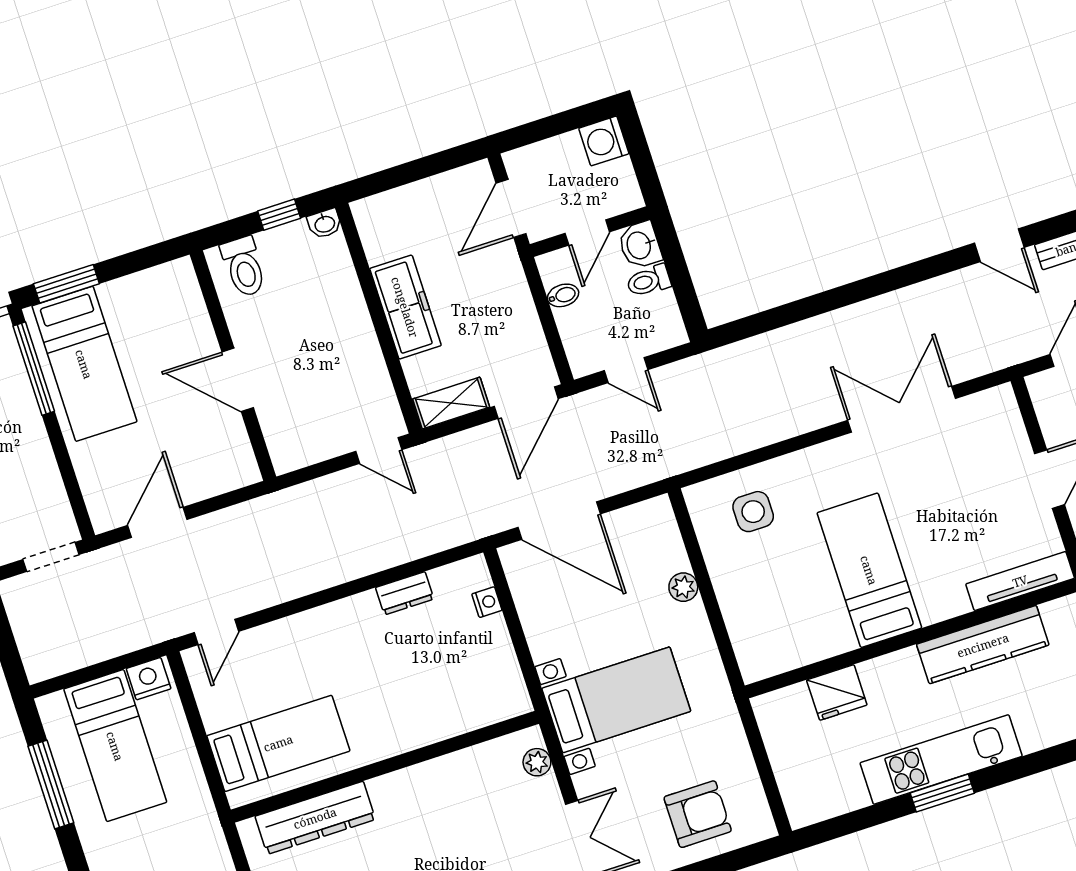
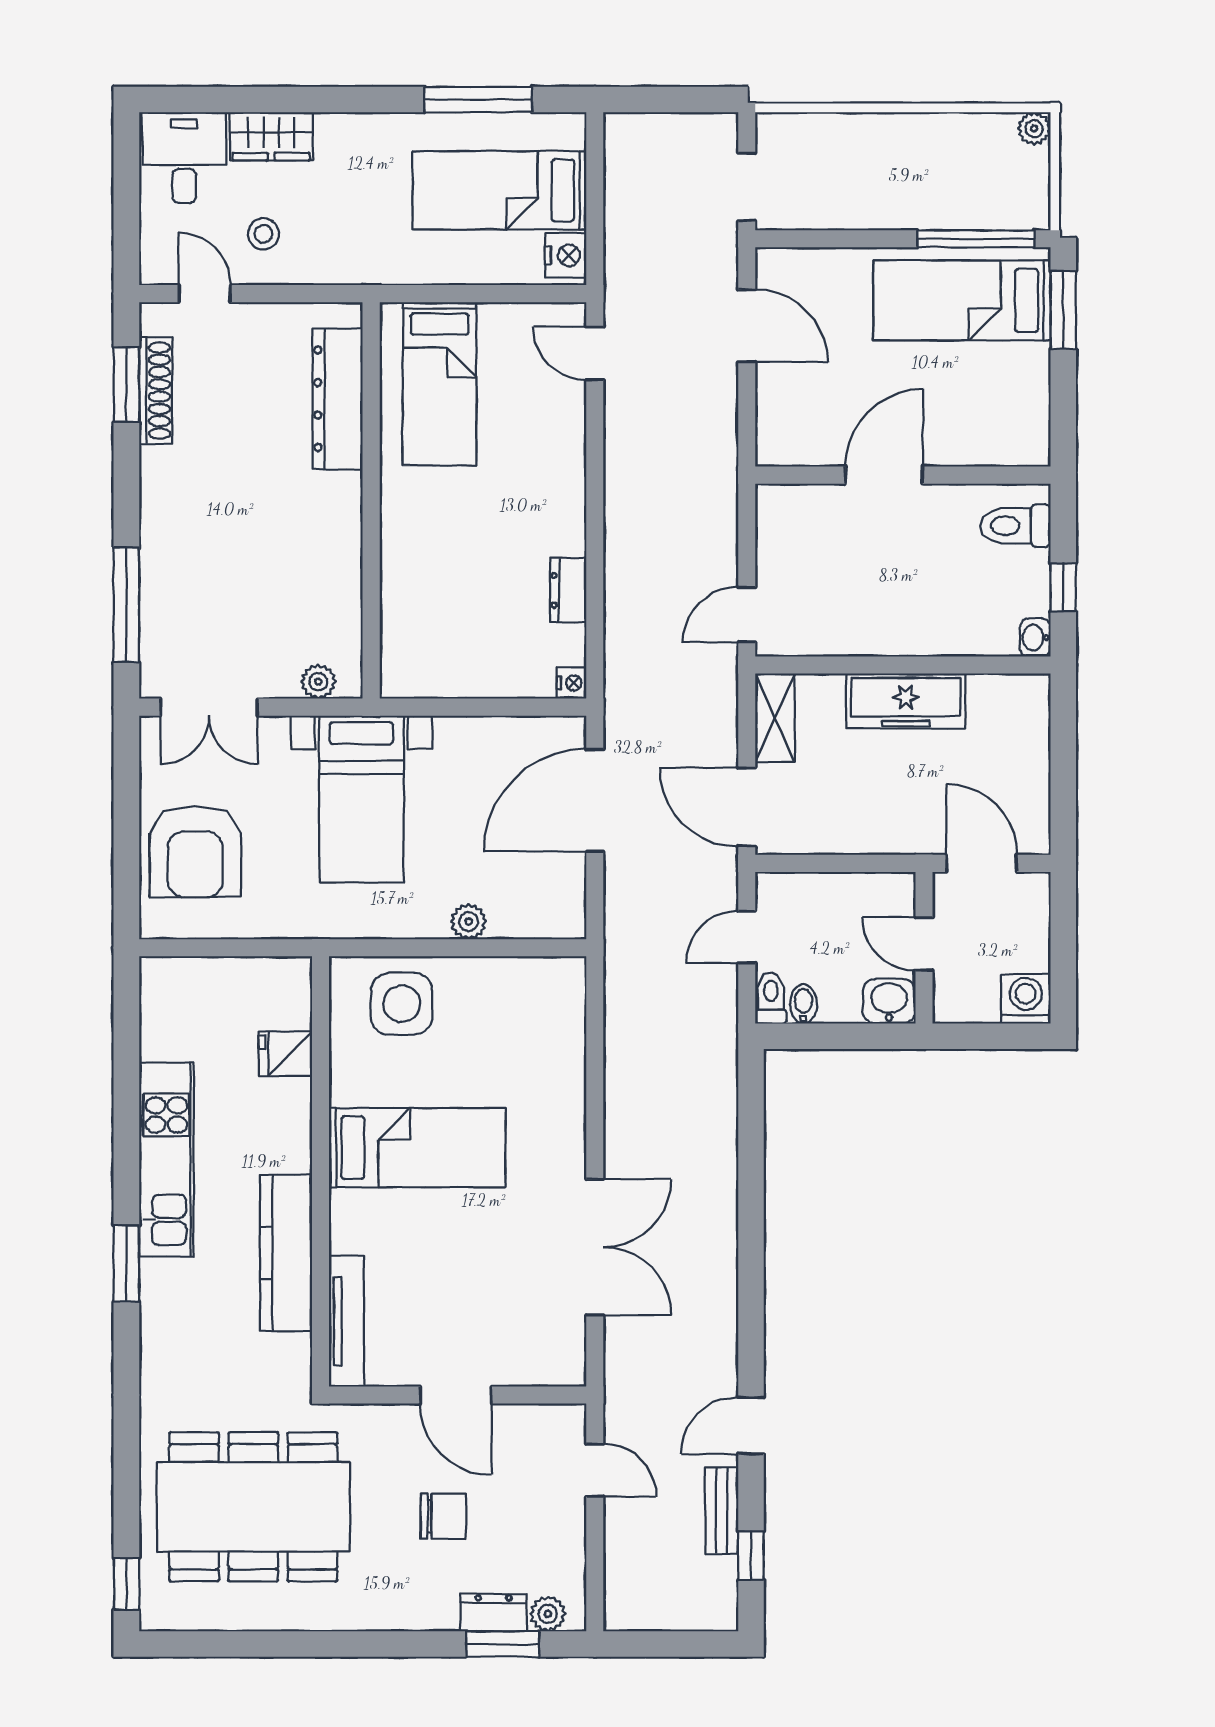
toilet: (649, 281) -> (771, 998), moved
bidet: (563, 295) -> (803, 1004), moved, turned 180
side table: (753, 512) -> (402, 1004), moved, width x1.37, depth x1.37
nightstand: (487, 602) -> (572, 683), moved, turned -90
fridge: (837, 693) -> (285, 1054), width x0.72
window: (942, 793) -> (126, 1263), moved
armchair: (698, 814) -> (195, 851), width x1.36, depth x1.36

